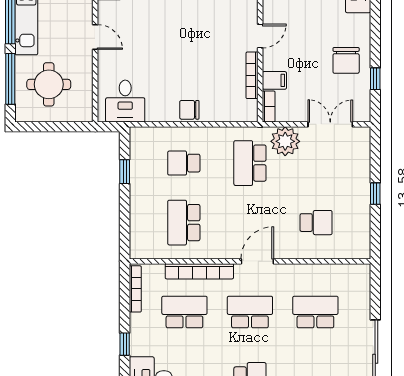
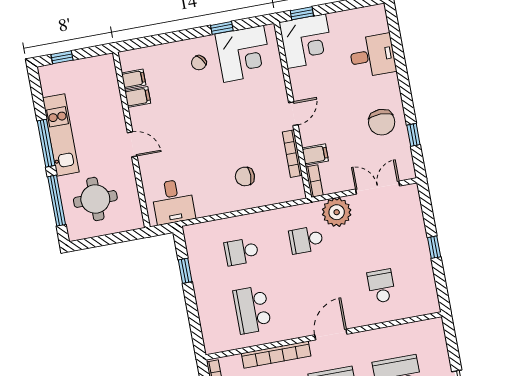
chair: (189, 110) -> (245, 176), moved
school desk: (250, 163) -> (306, 240), width x0.54
school desk: (316, 223) -> (381, 286), turned -90

